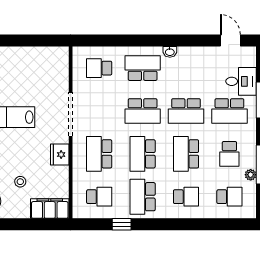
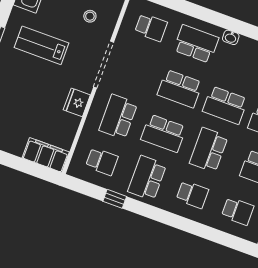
school desk: (99, 68) -> (151, 27), turned 180
school desk: (143, 154) -> (163, 133), turned -90
stool: (20, 182) -> (90, 16), moved

